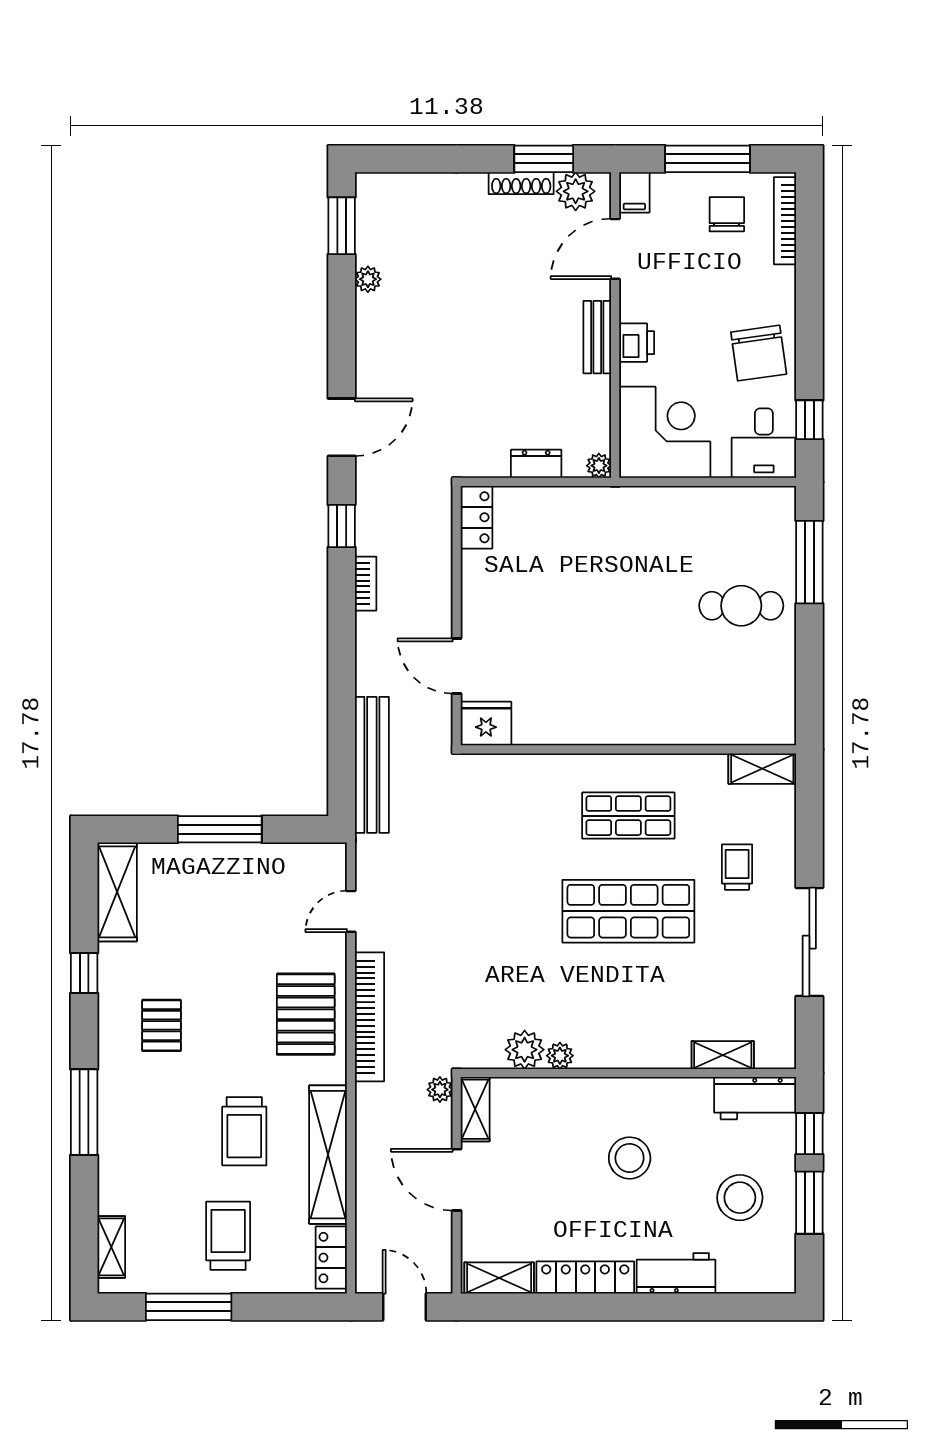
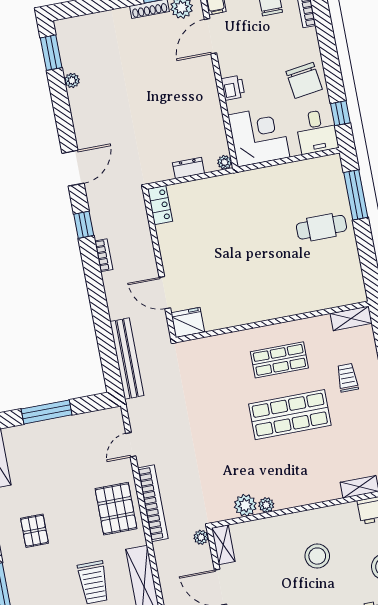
bench: (597, 337) -> (210, 89), removed

